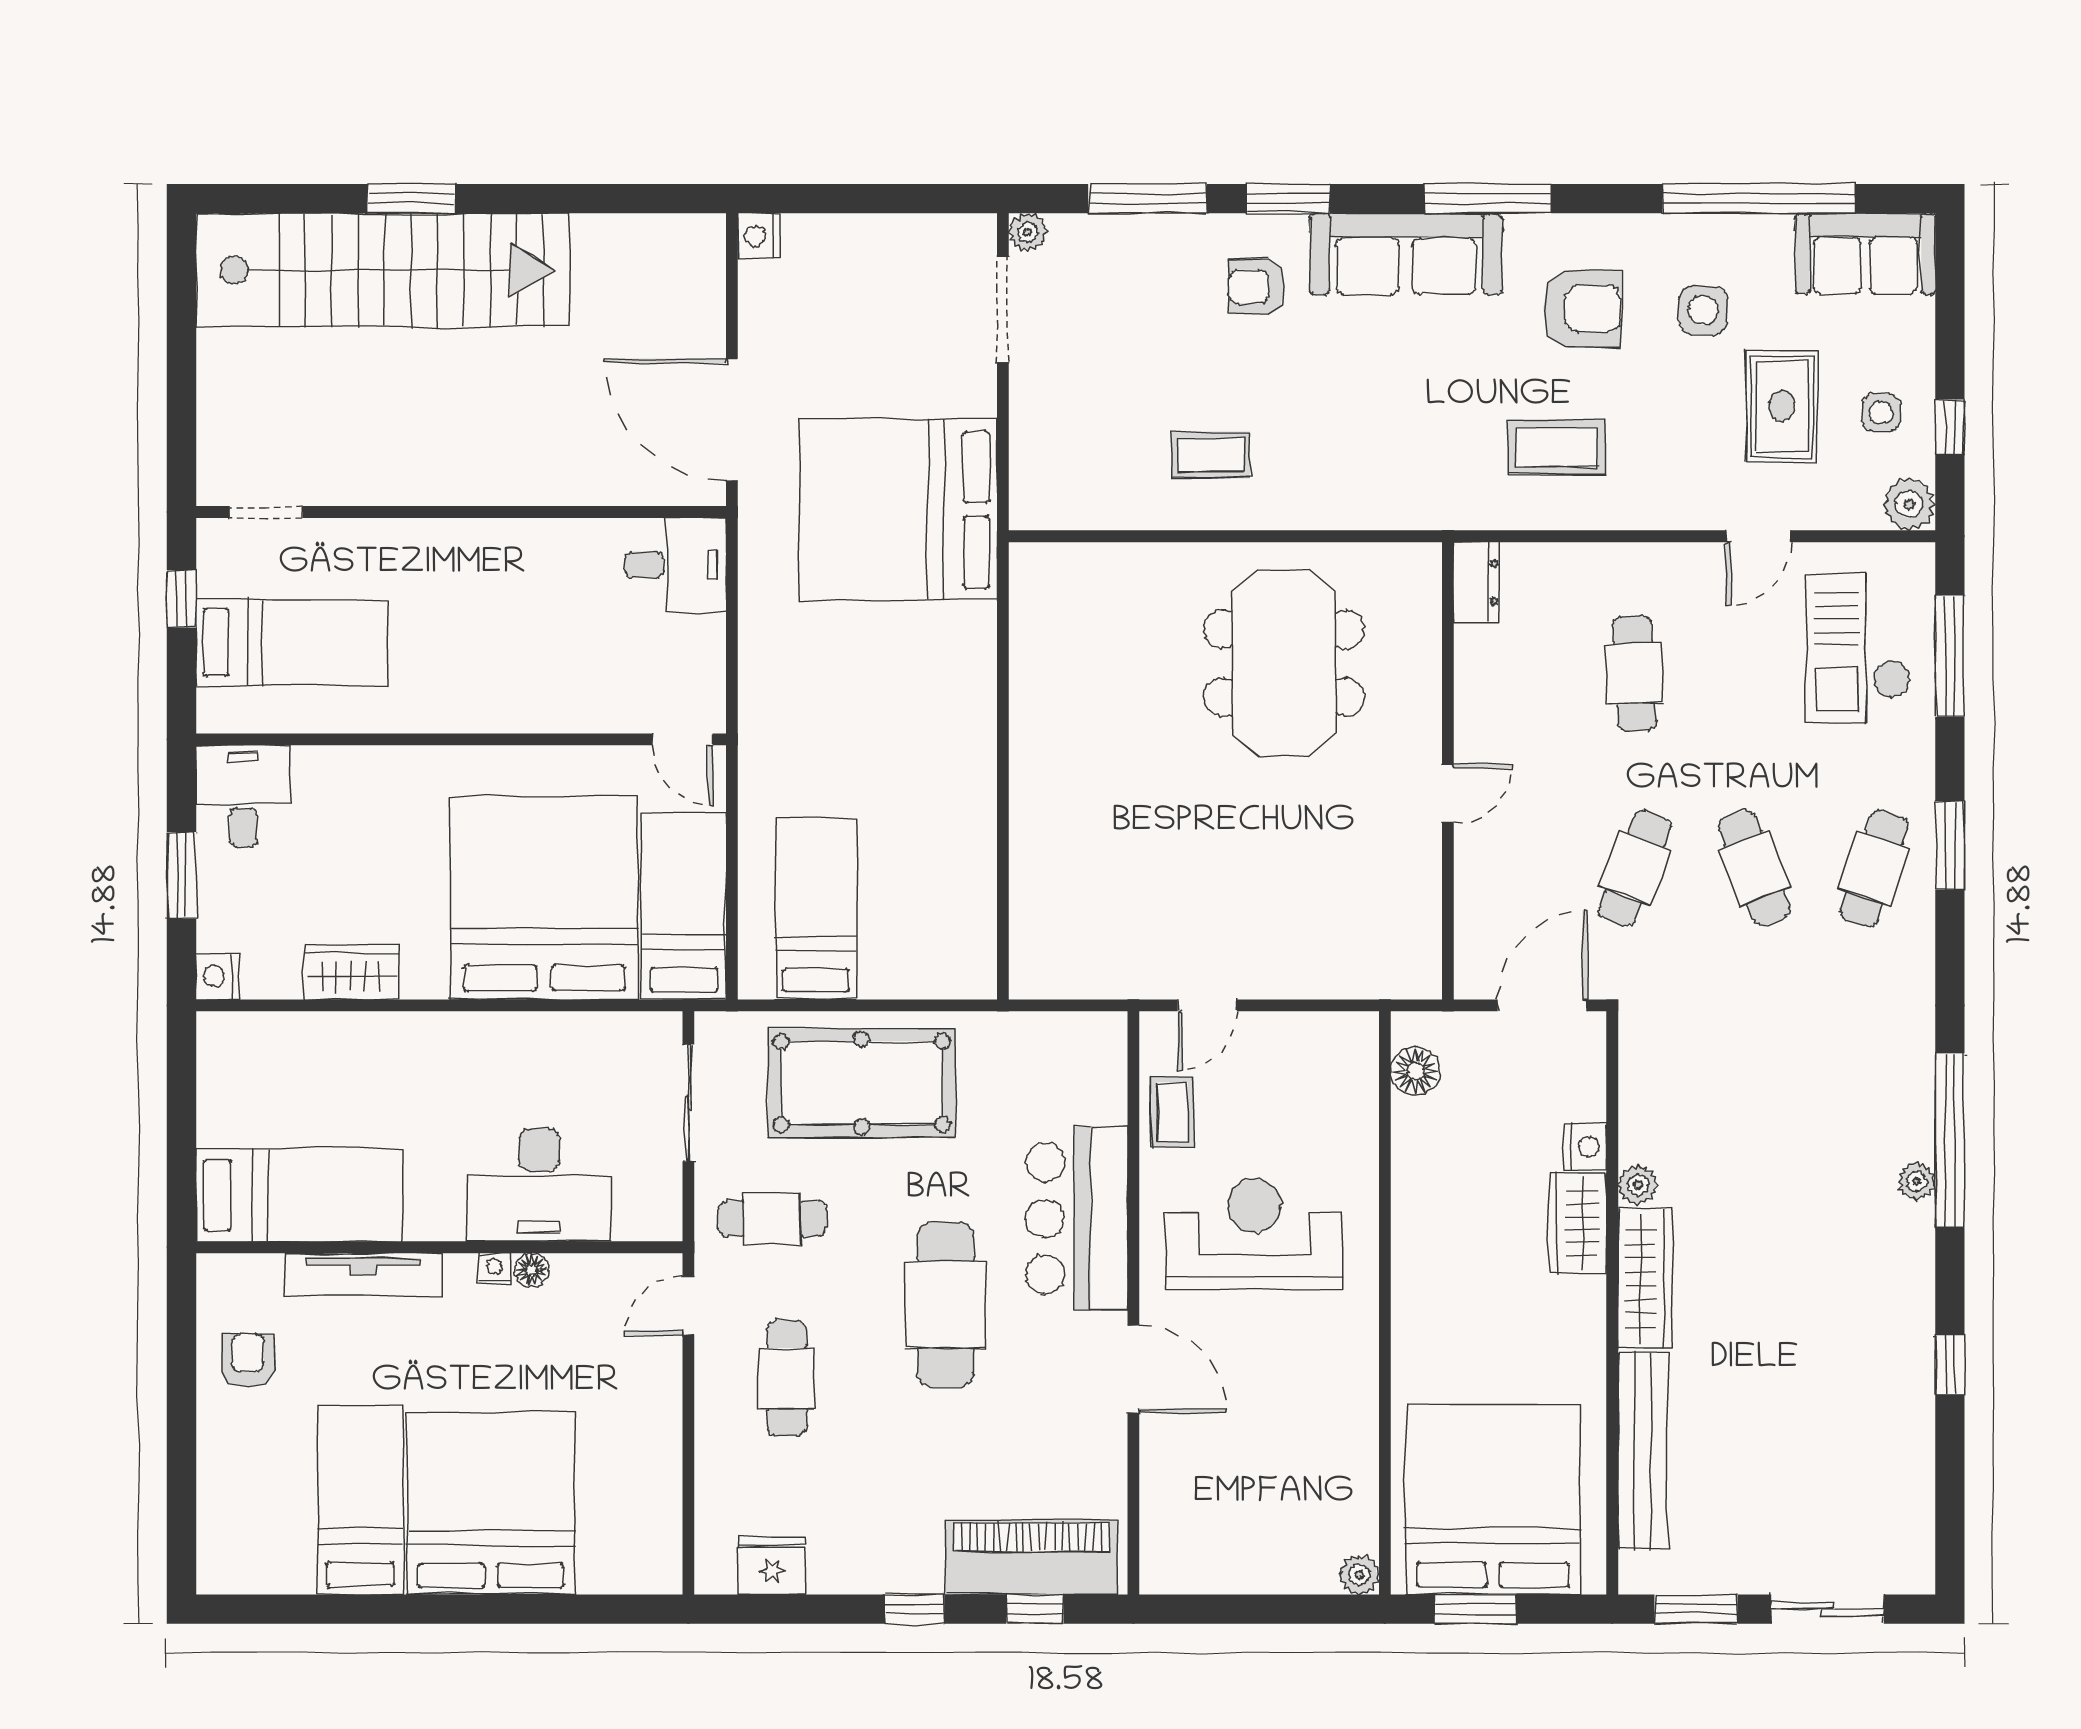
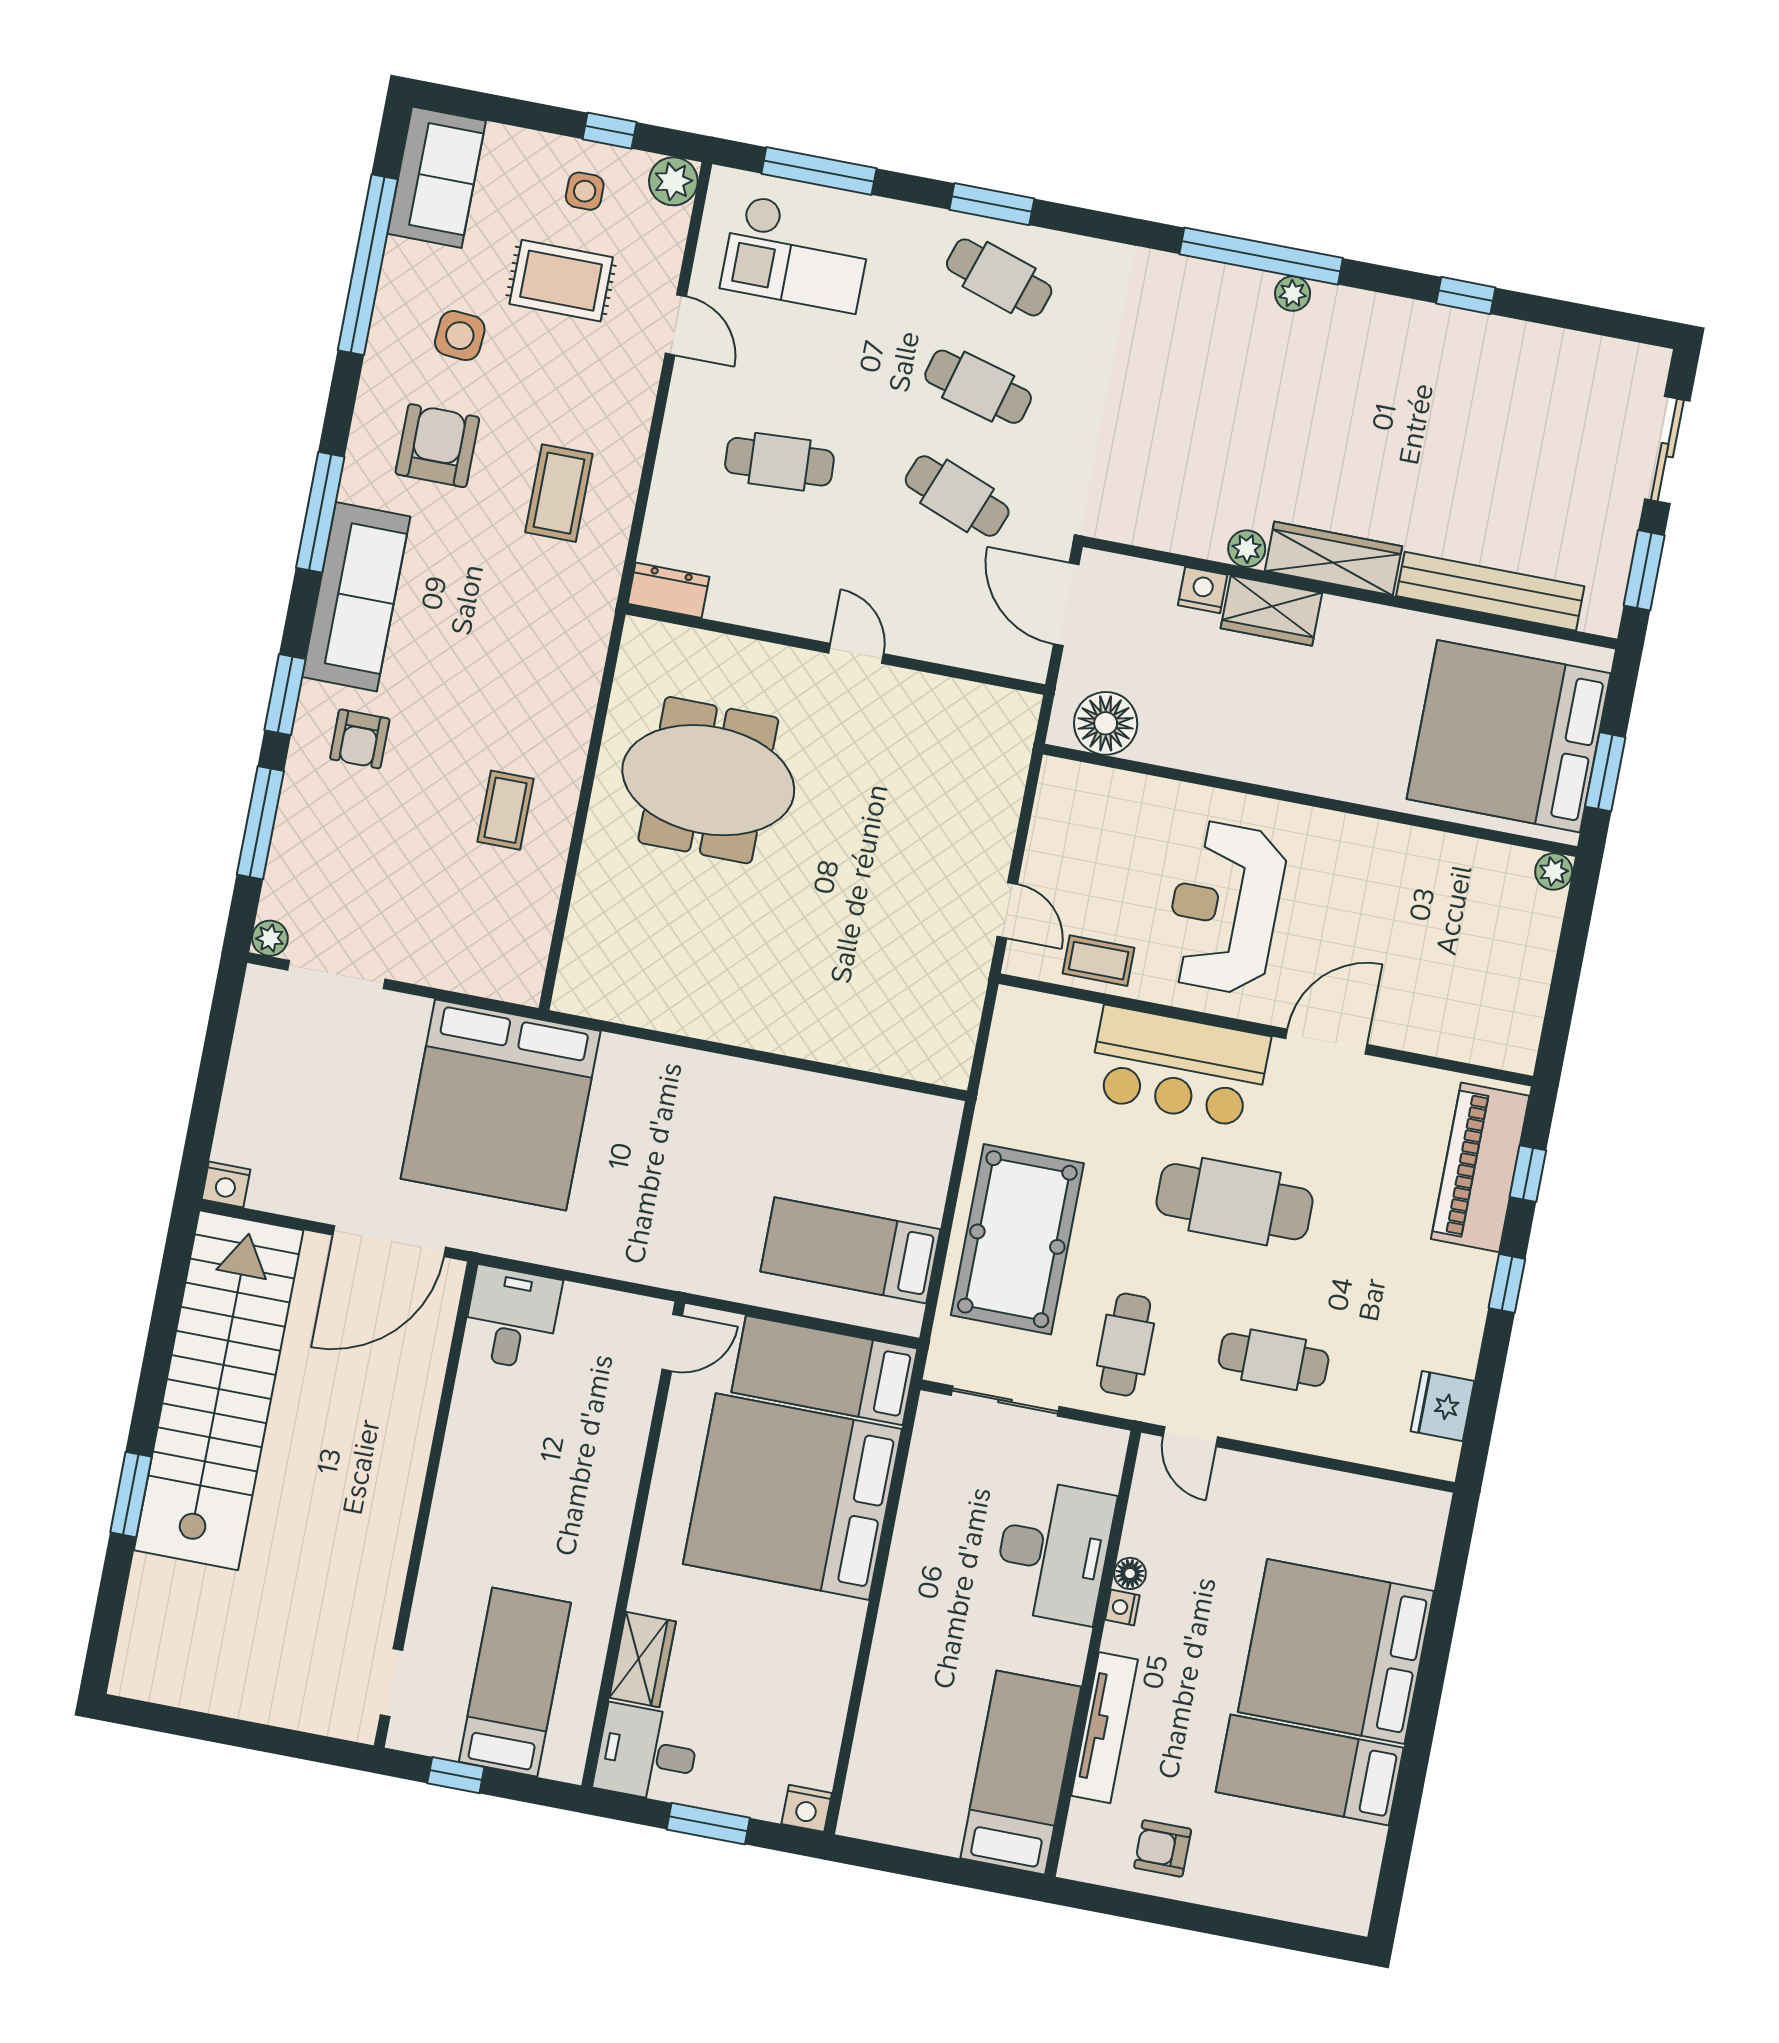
stairs: (383, 270) -> (219, 1390), moved
cafe table: (1754, 868) -> (978, 387), turned 36
wardrobe: (351, 972) -> (643, 1660), moved, turned 180
floor lamp: (1415, 1071) -> (1106, 723), width x1.38, depth x1.38

